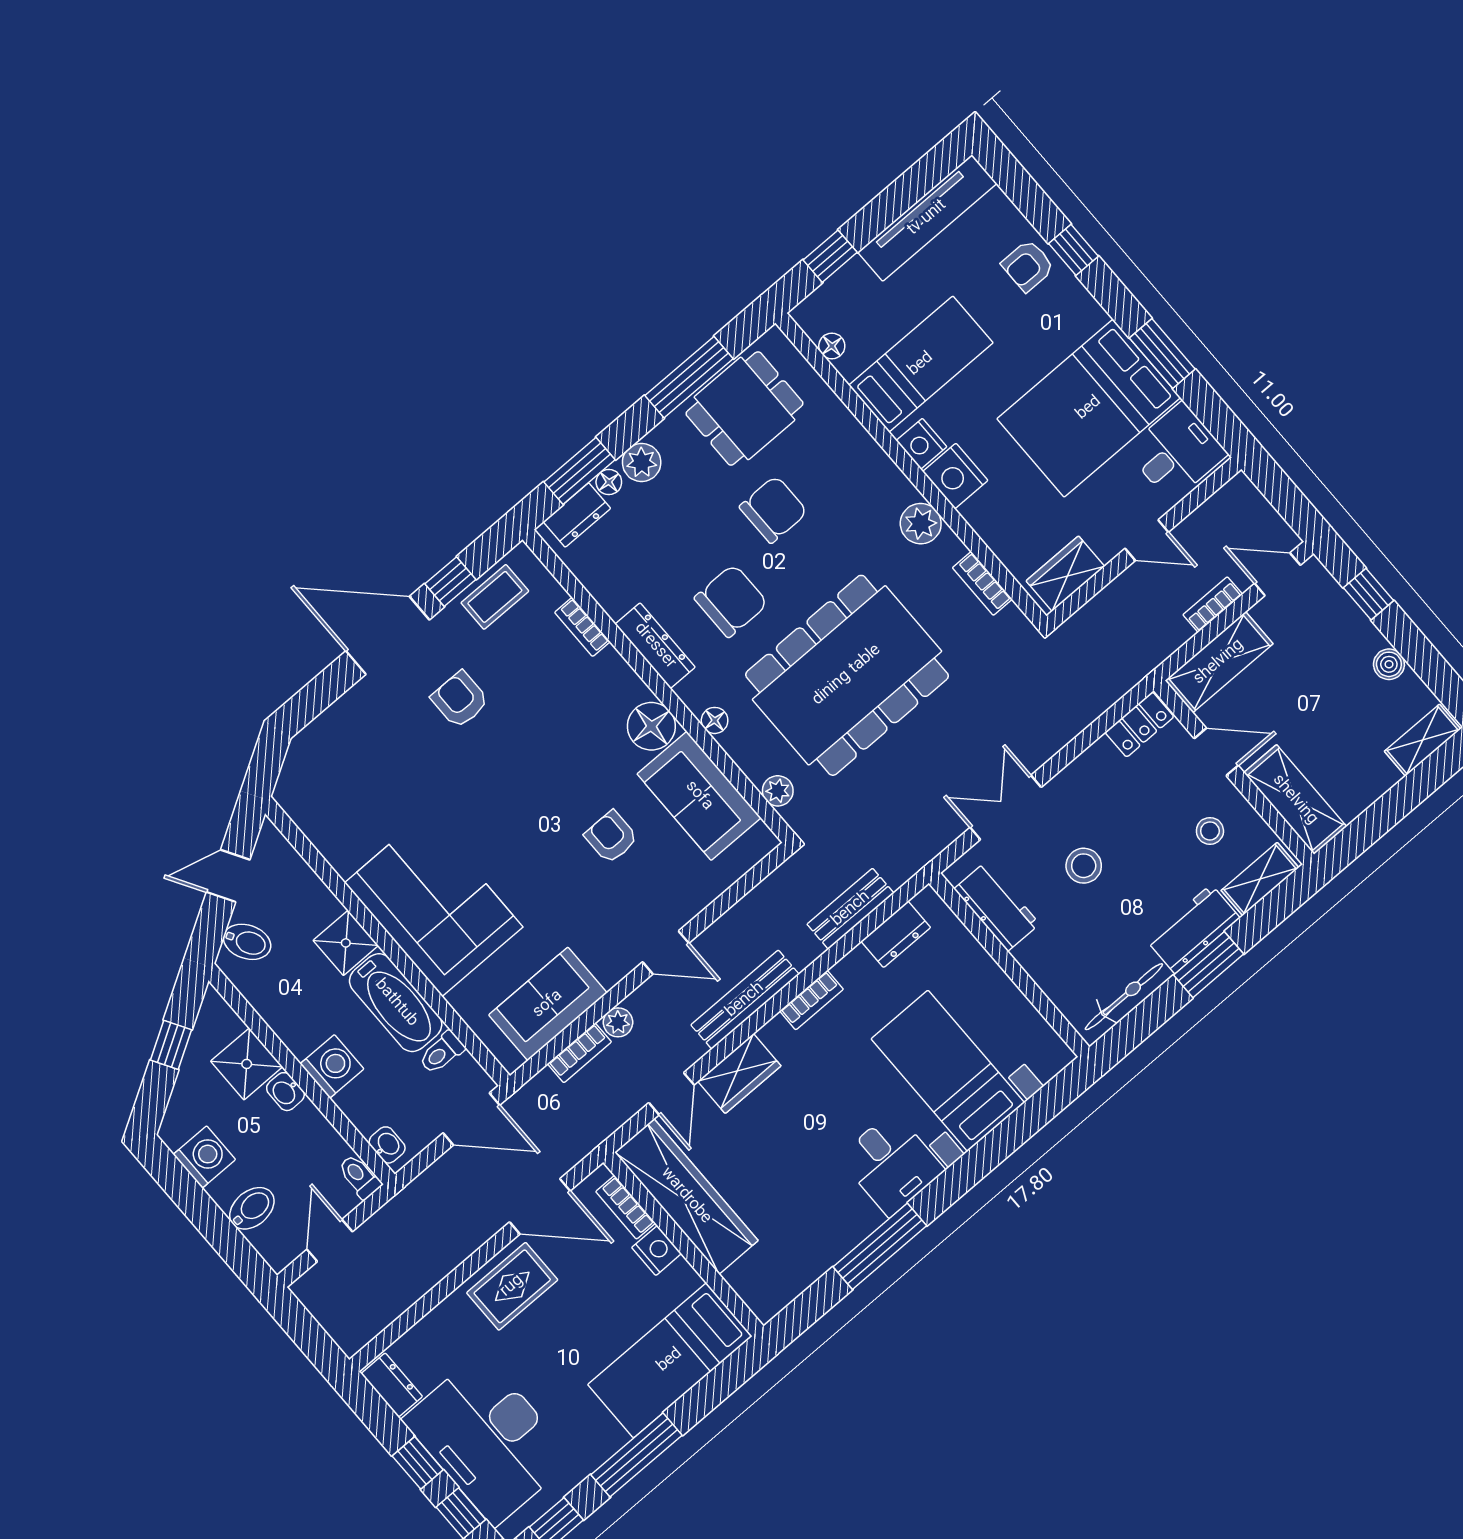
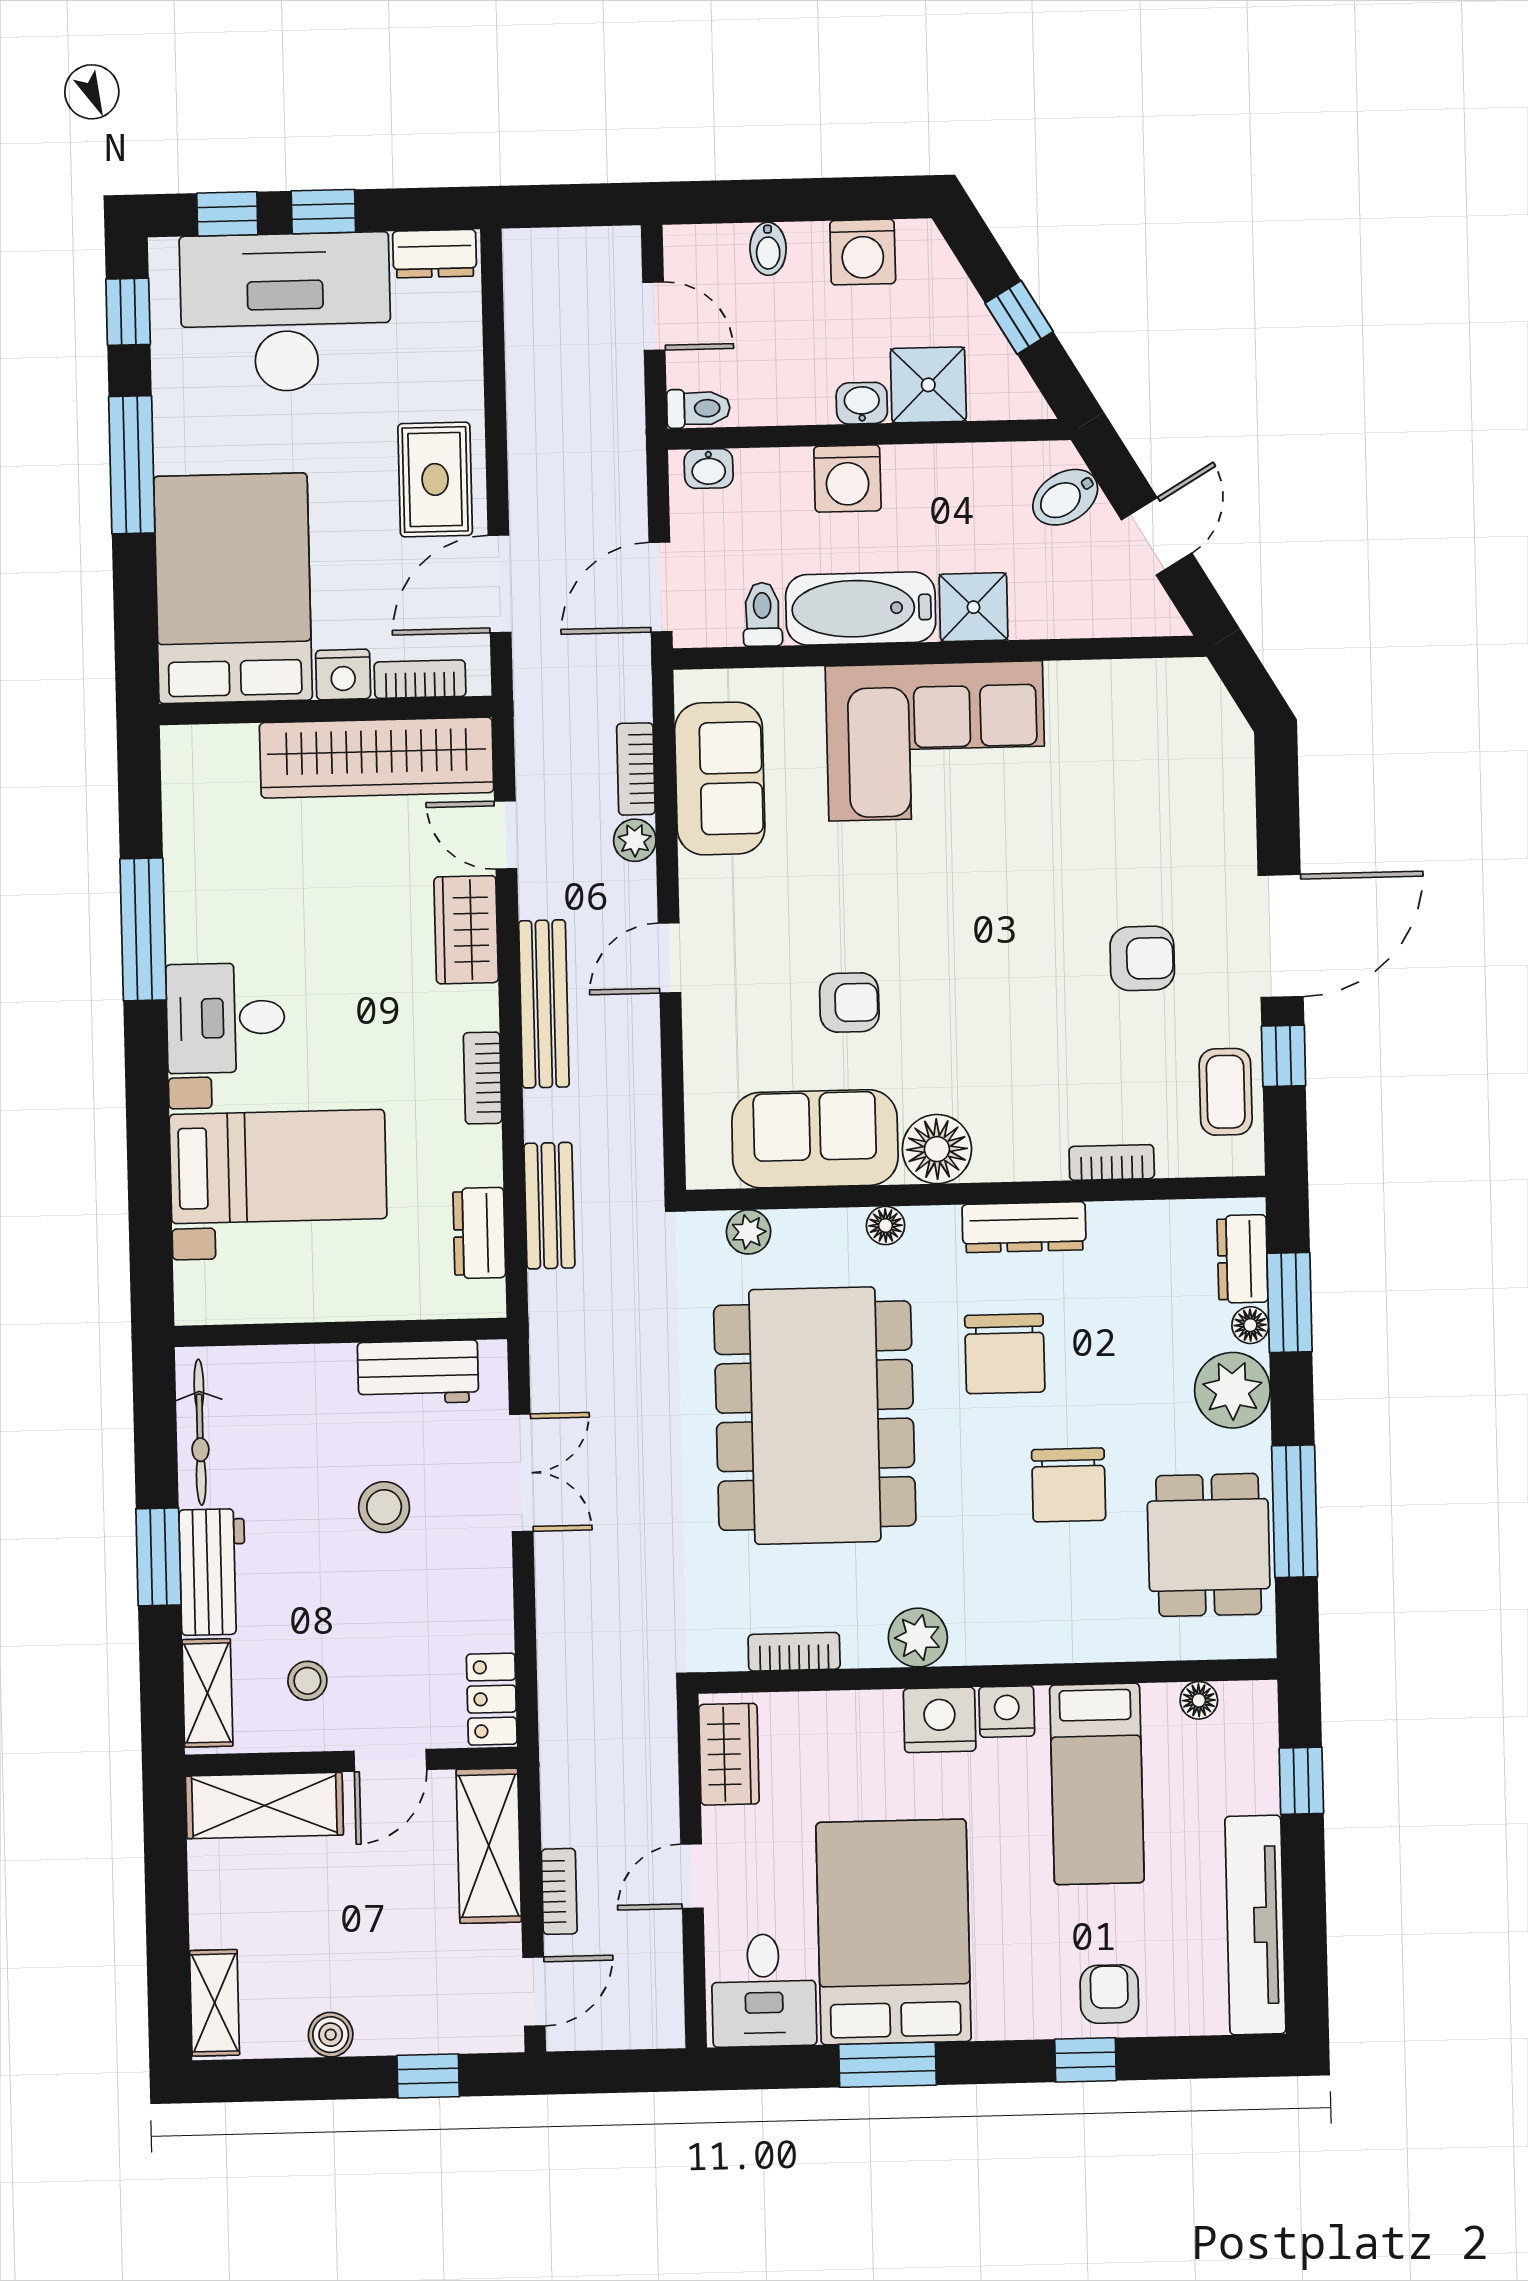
plant: (642, 462) -> (1232, 1390), width x1.36, depth x1.36
bidet: (252, 1208) -> (768, 249), width x0.72, depth x0.74
bed: (670, 1360) -> (233, 588), width x1.50

